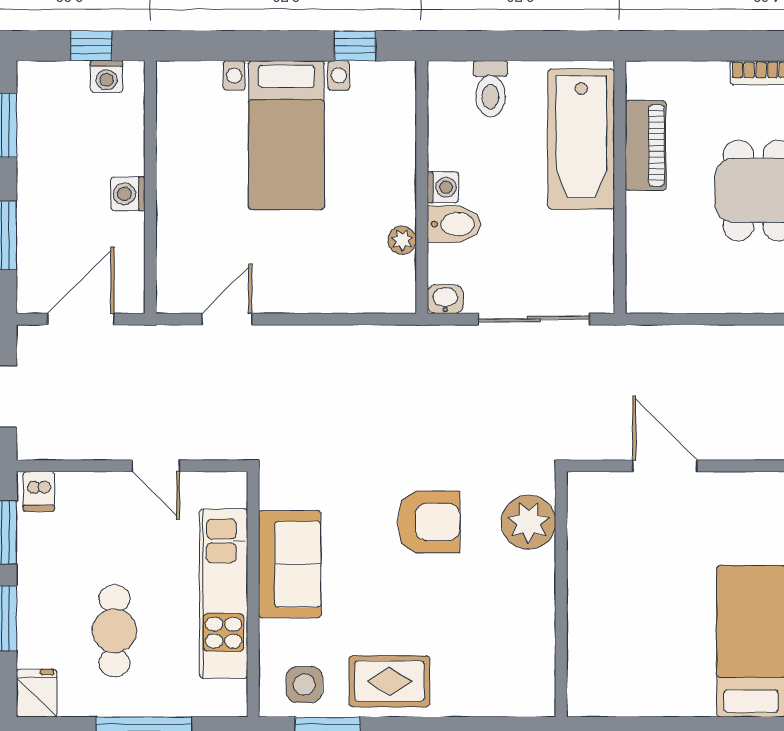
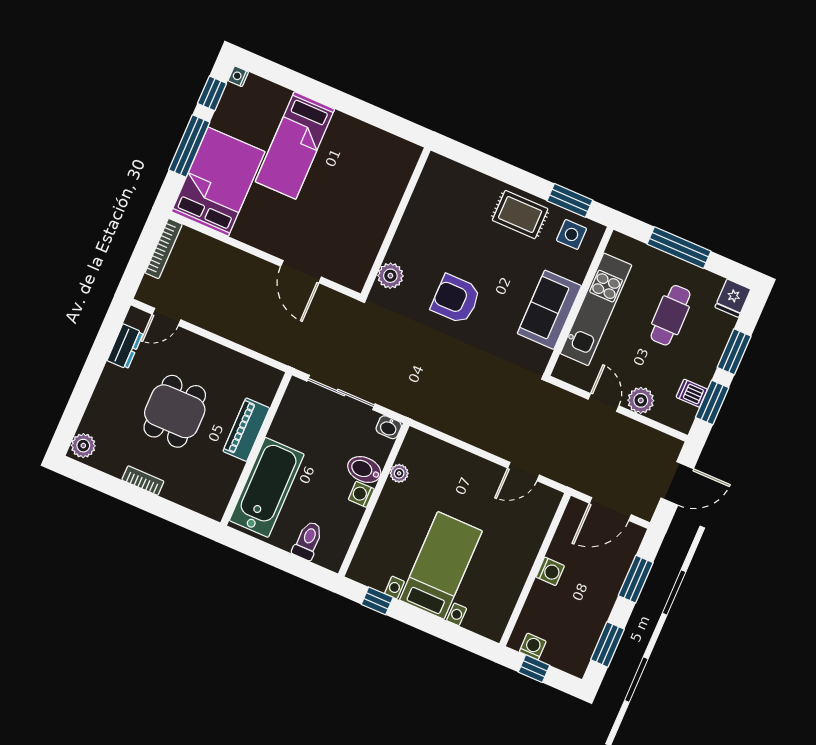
piano: (646, 145) -> (246, 430), moved
dishwasher: (39, 491) -> (692, 393), moved, turned -90
plant: (104, 492) -> (641, 400), added
plant: (529, 522) -> (390, 276), width x0.73, depth x0.73

